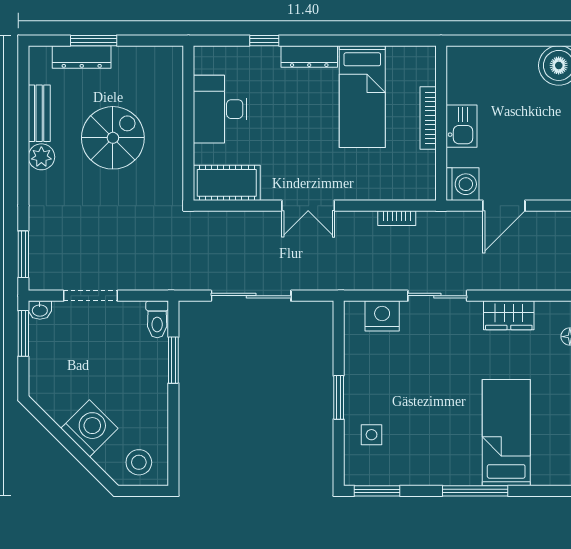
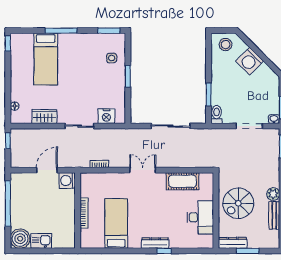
dresser: (309, 56) -> (155, 243), moved
dresser: (82, 57) -> (233, 243), moved
desk: (220, 109) -> (200, 217), moved
wall: (188, 123) -> (216, 210), moved
kitchen sink: (461, 126) -> (41, 241), moved, turned 90

